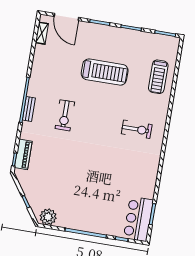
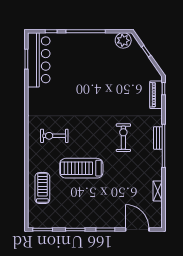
shelving: (42, 33) -> (158, 191), moved
treadmill: (105, 72) -> (81, 168), moved
bar counter: (138, 219) -> (39, 60), width x1.36

